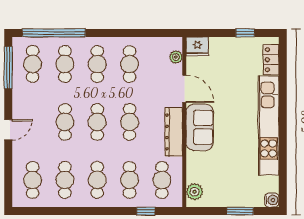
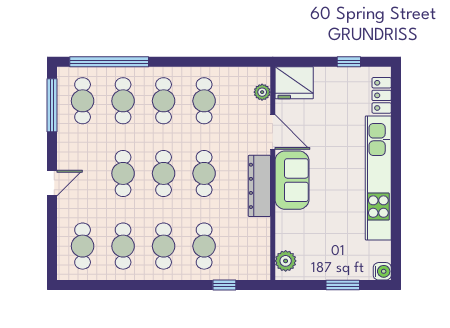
fridge: (197, 46) -> (294, 83), width x1.36, depth x1.34
cafe table: (162, 180) -> (245, 246), removed

